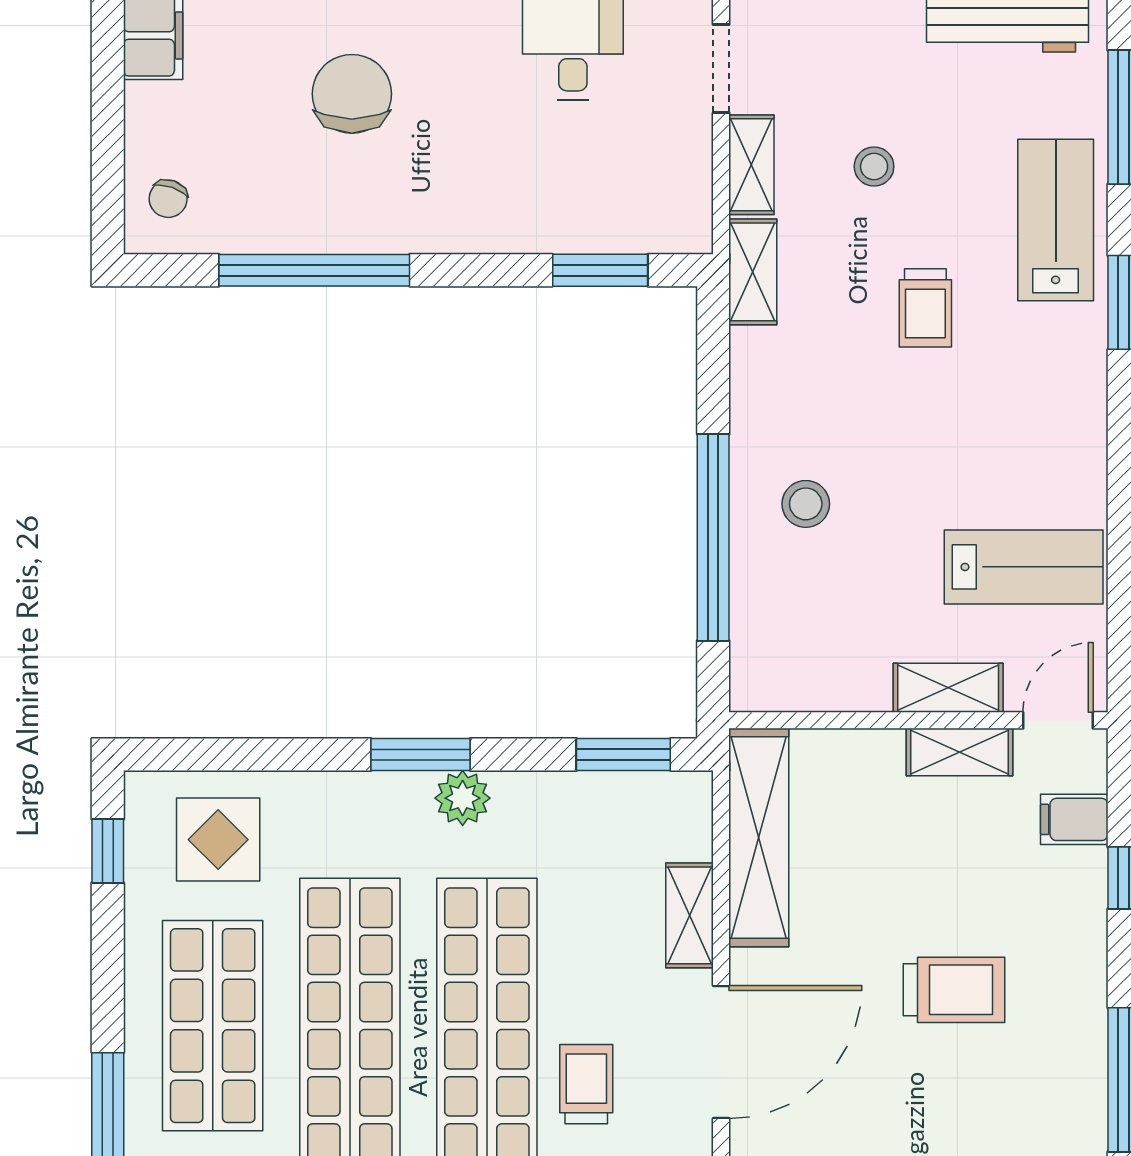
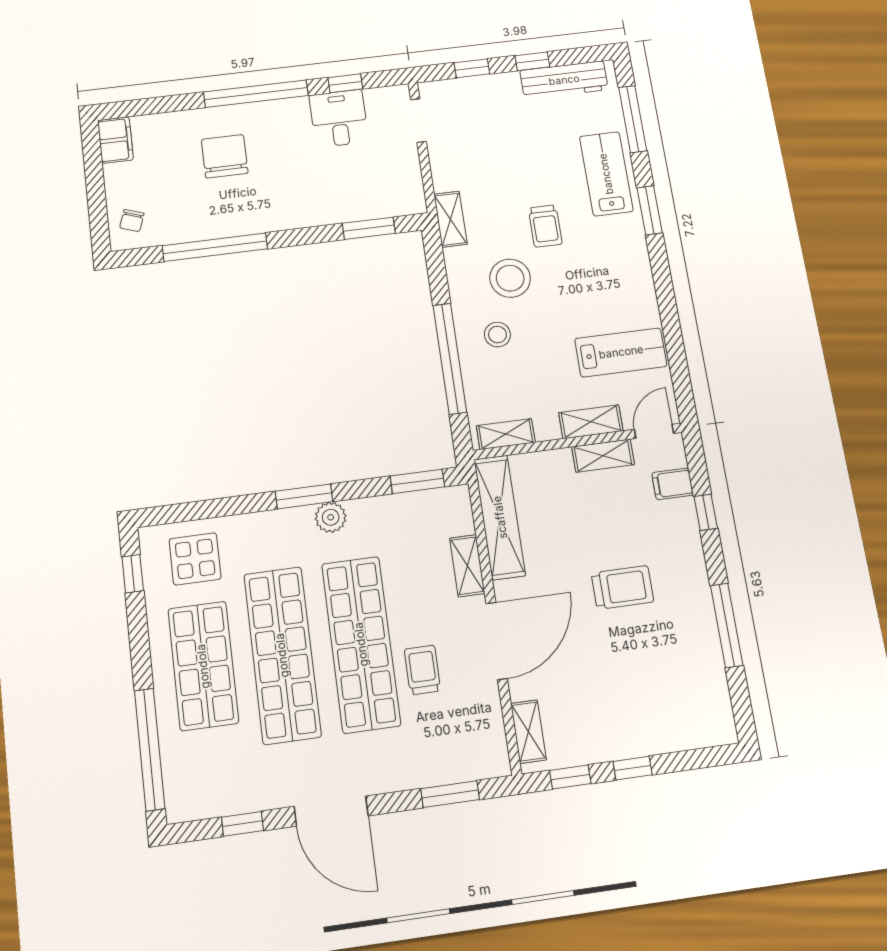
shelving: (751, 165) -> (506, 434), moved, turned 90
stool: (874, 166) -> (510, 278), moved, width x1.89, depth x1.89

